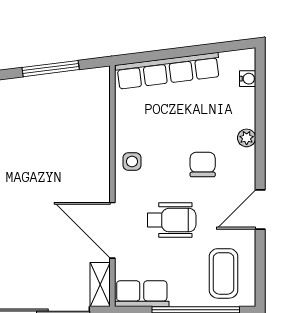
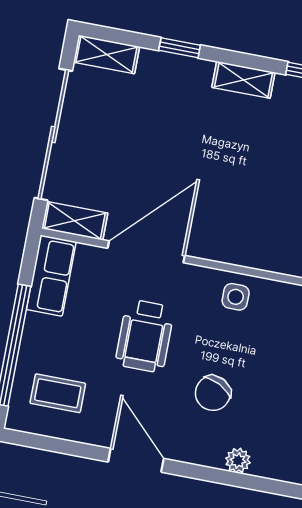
chair: (203, 165) -> (213, 393), turned 117
coffee table: (223, 273) -> (58, 393), width x0.73, depth x0.77

